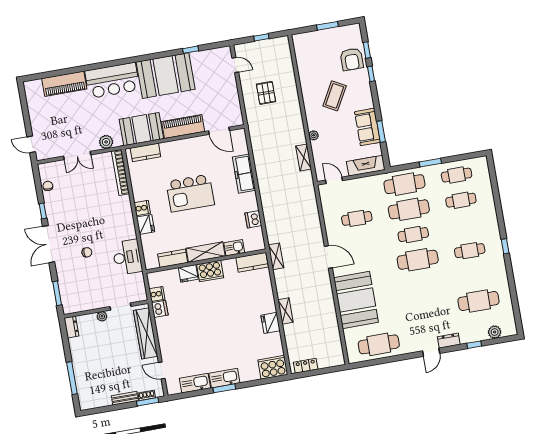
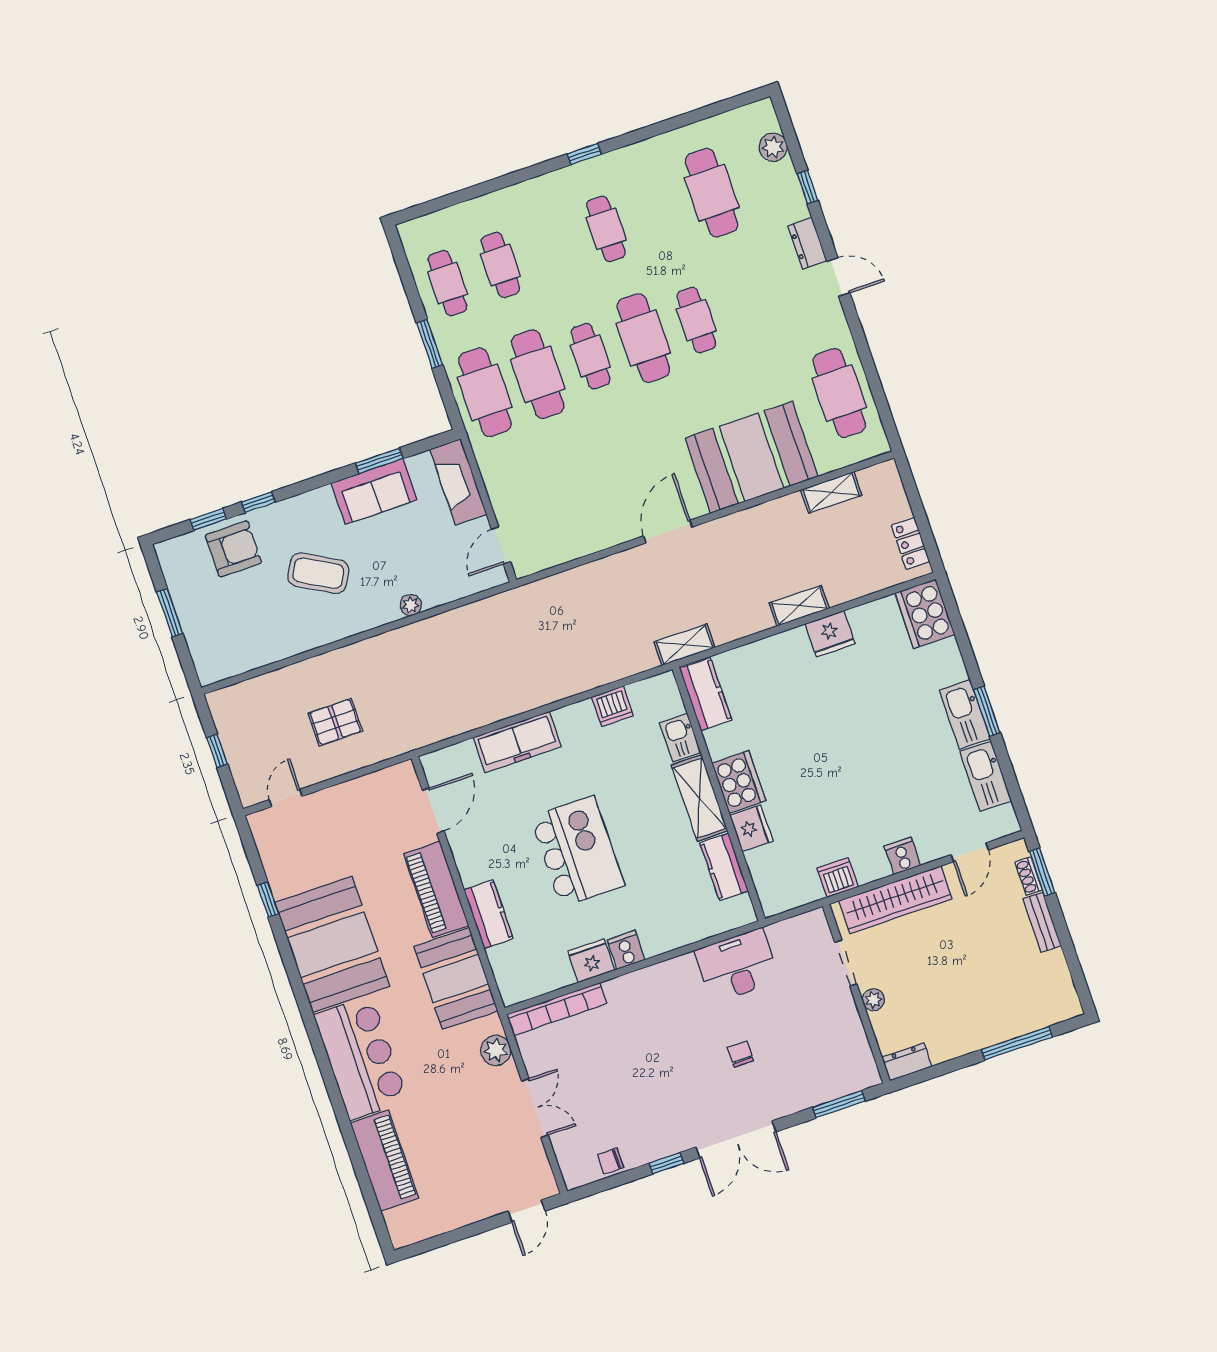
kitchen counter: (145, 152) -> (488, 914), moved
shelving: (304, 158) -> (831, 492), moved
cafe table: (357, 218) -> (696, 320), moved
fridge: (146, 224) -> (591, 961), moved
cooker: (157, 294) -> (902, 856), moved

